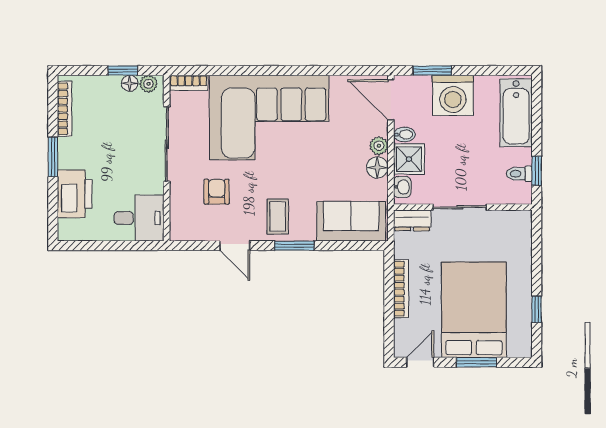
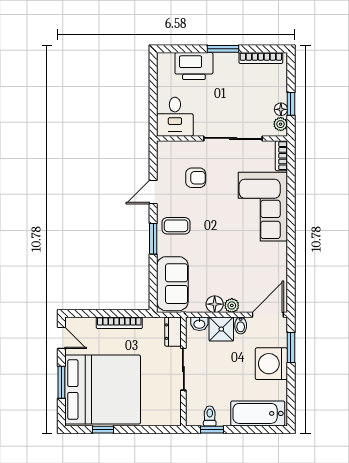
corner sofa: (269, 118) -> (263, 207), width x0.73, depth x0.74
bed: (474, 310) -> (103, 389), width x1.36

